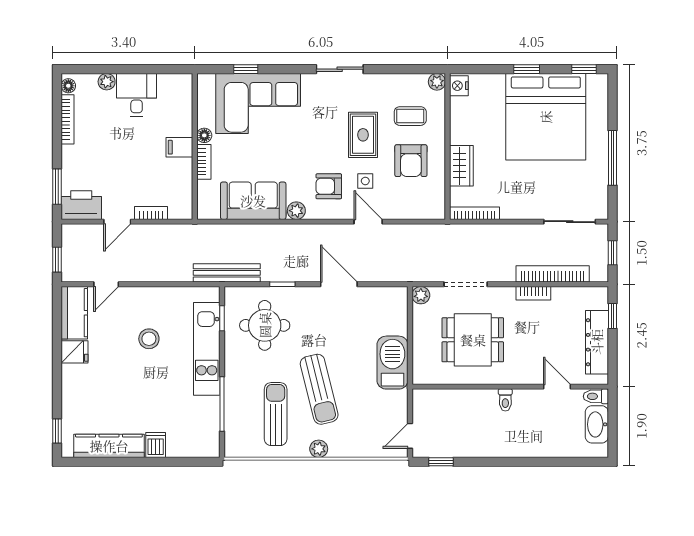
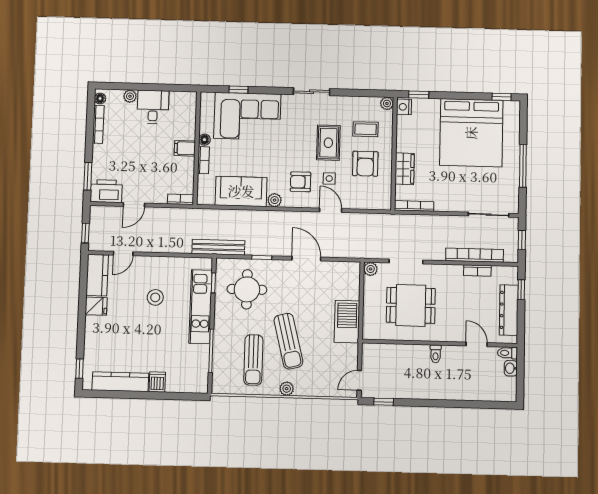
window: (527, 69) -> (419, 95), moved
bookcase: (151, 213) -> (180, 199), moved
bookcase: (533, 293) -> (477, 270), moved
sun lounger: (276, 414) -> (253, 360), turned 180
washbasin: (597, 424) -> (511, 368), width x0.52, depth x0.69

